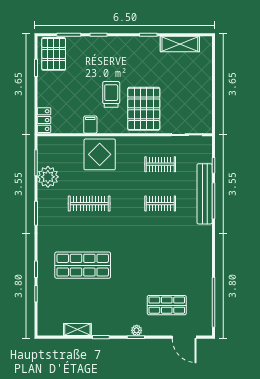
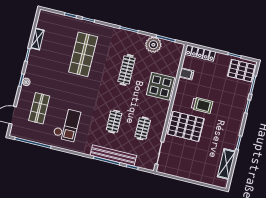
locker: (44, 120) -> (200, 53), width x1.53
filing cabinet: (90, 125) -> (186, 74), moved
checkout: (179, 264) -> (67, 125), added

